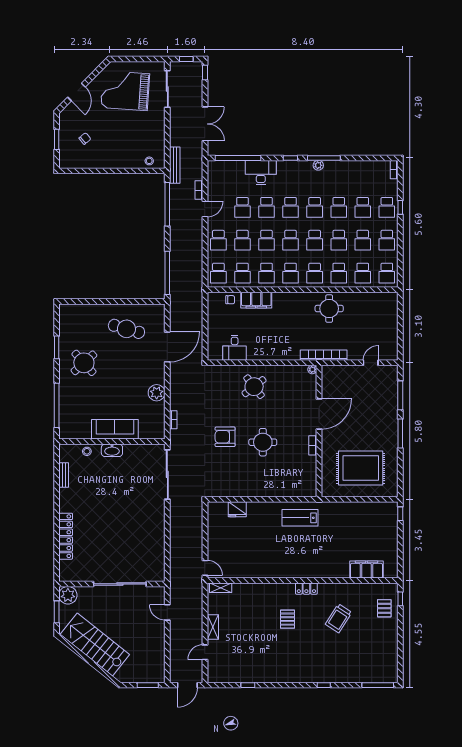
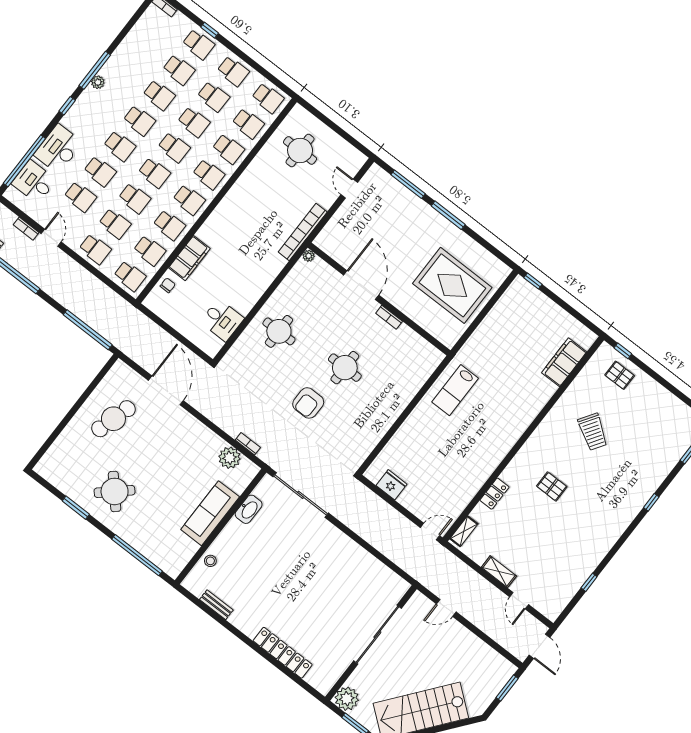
desk: (230, 173) -> (34, 182), added
round table: (329, 309) -> (300, 150), moved
round table: (254, 387) -> (279, 331), turned 38
plant: (157, 393) -> (230, 458), moved
washbasin: (112, 450) -> (249, 509), moved
rug: (361, 468) -> (452, 285), turned 90
fridge: (237, 509) -> (392, 485), moved, turned -90
locker: (306, 589) -> (495, 494), moved

